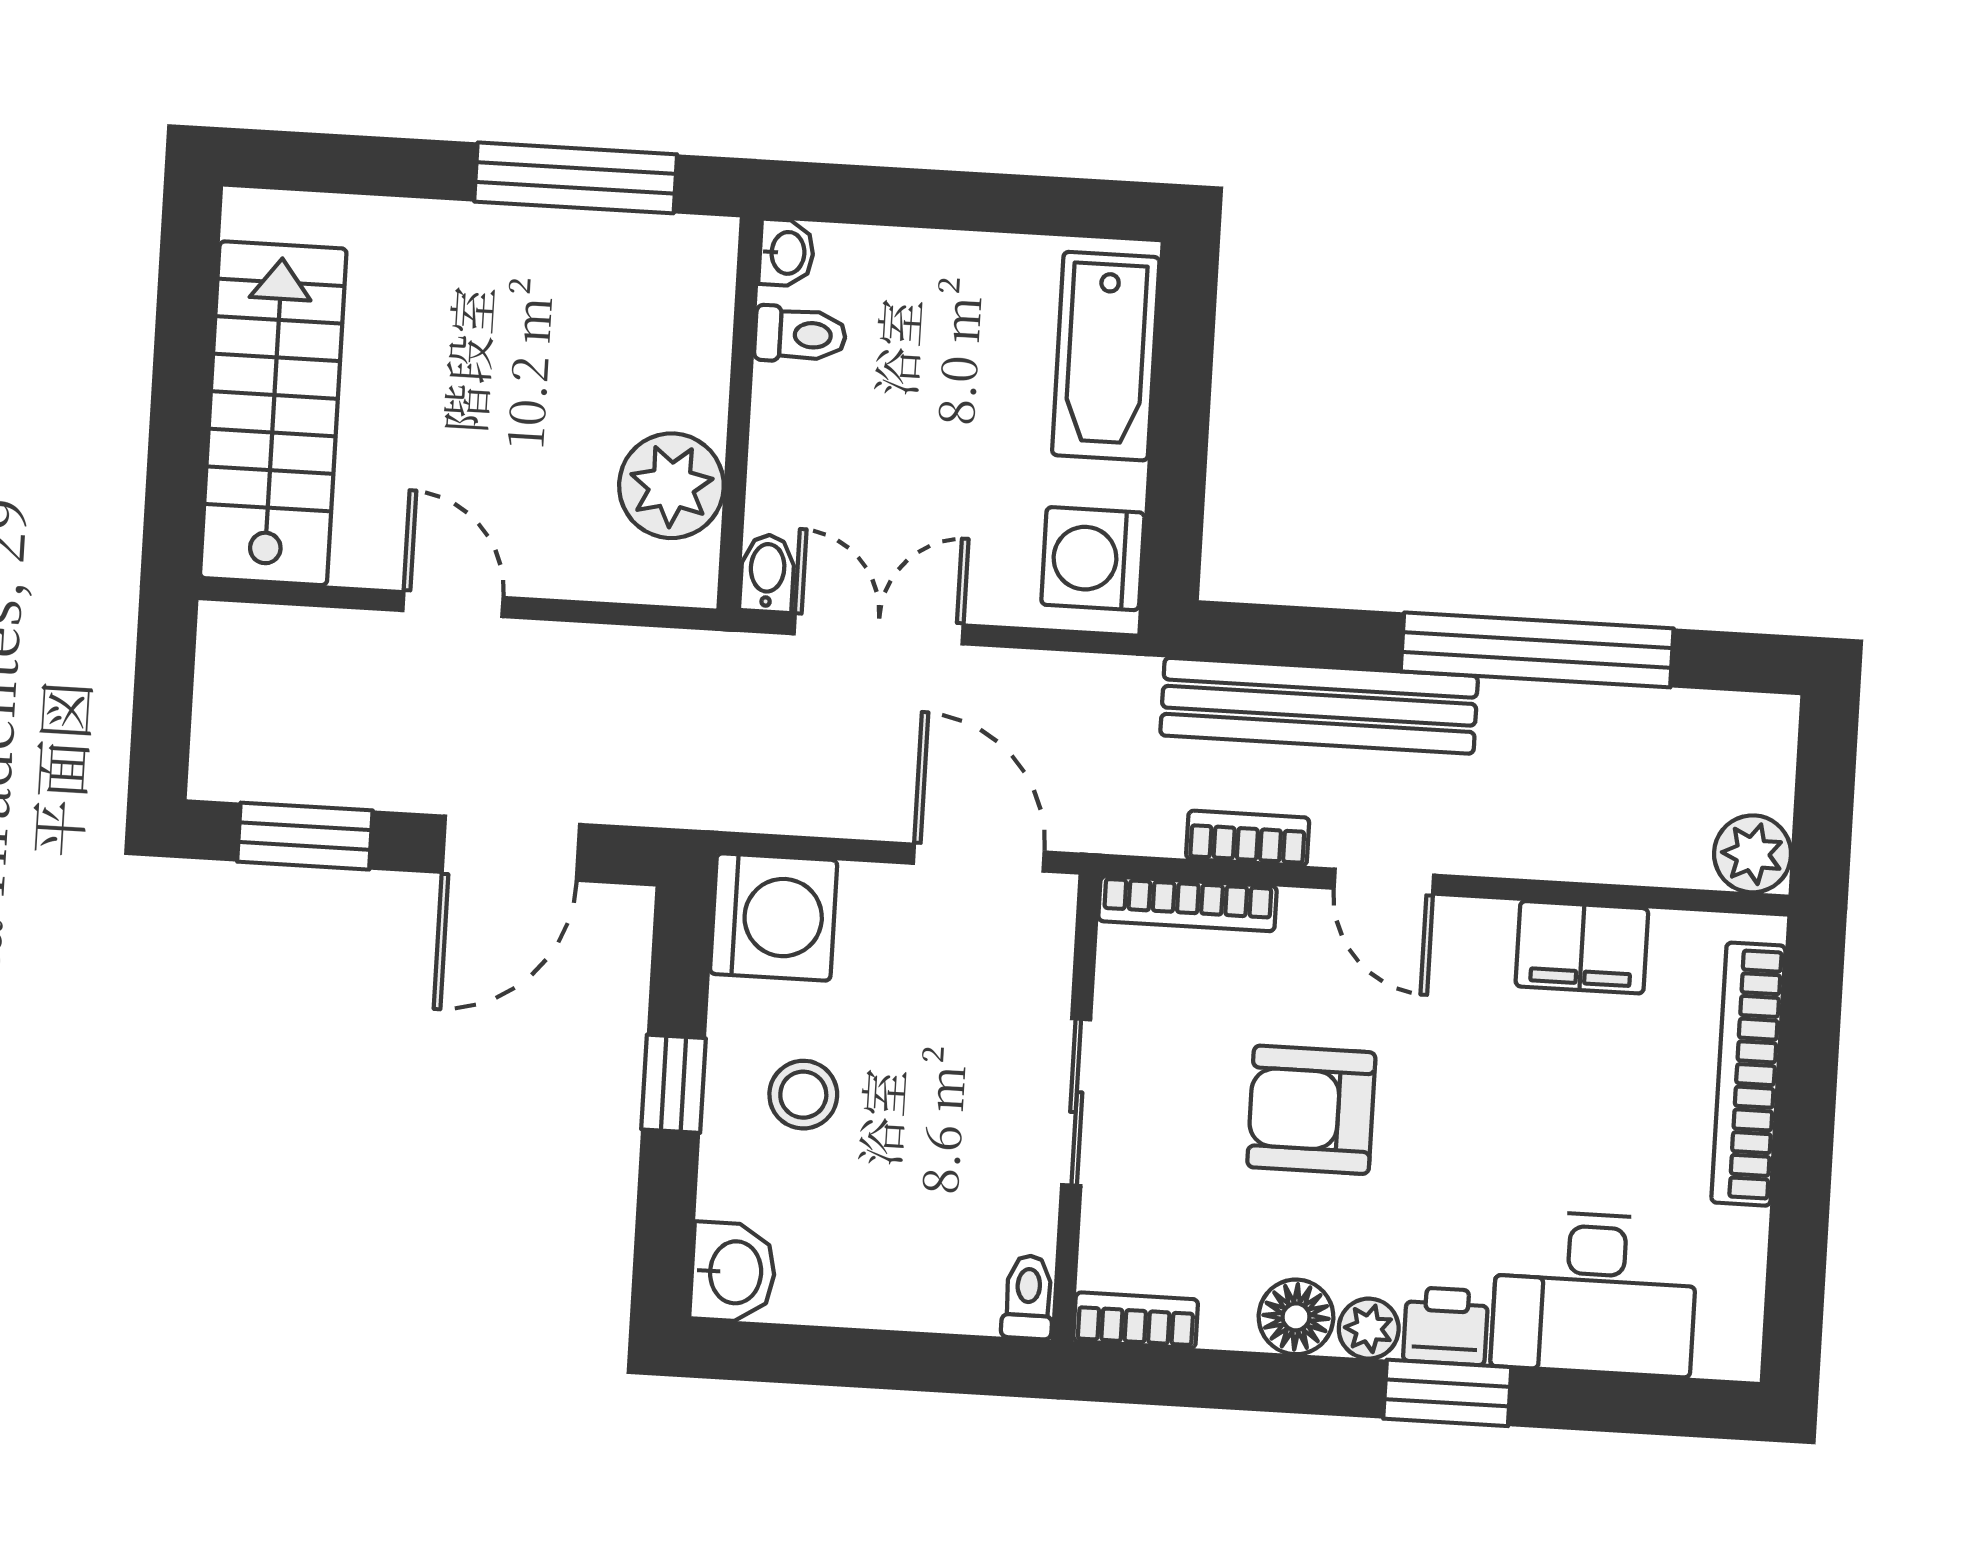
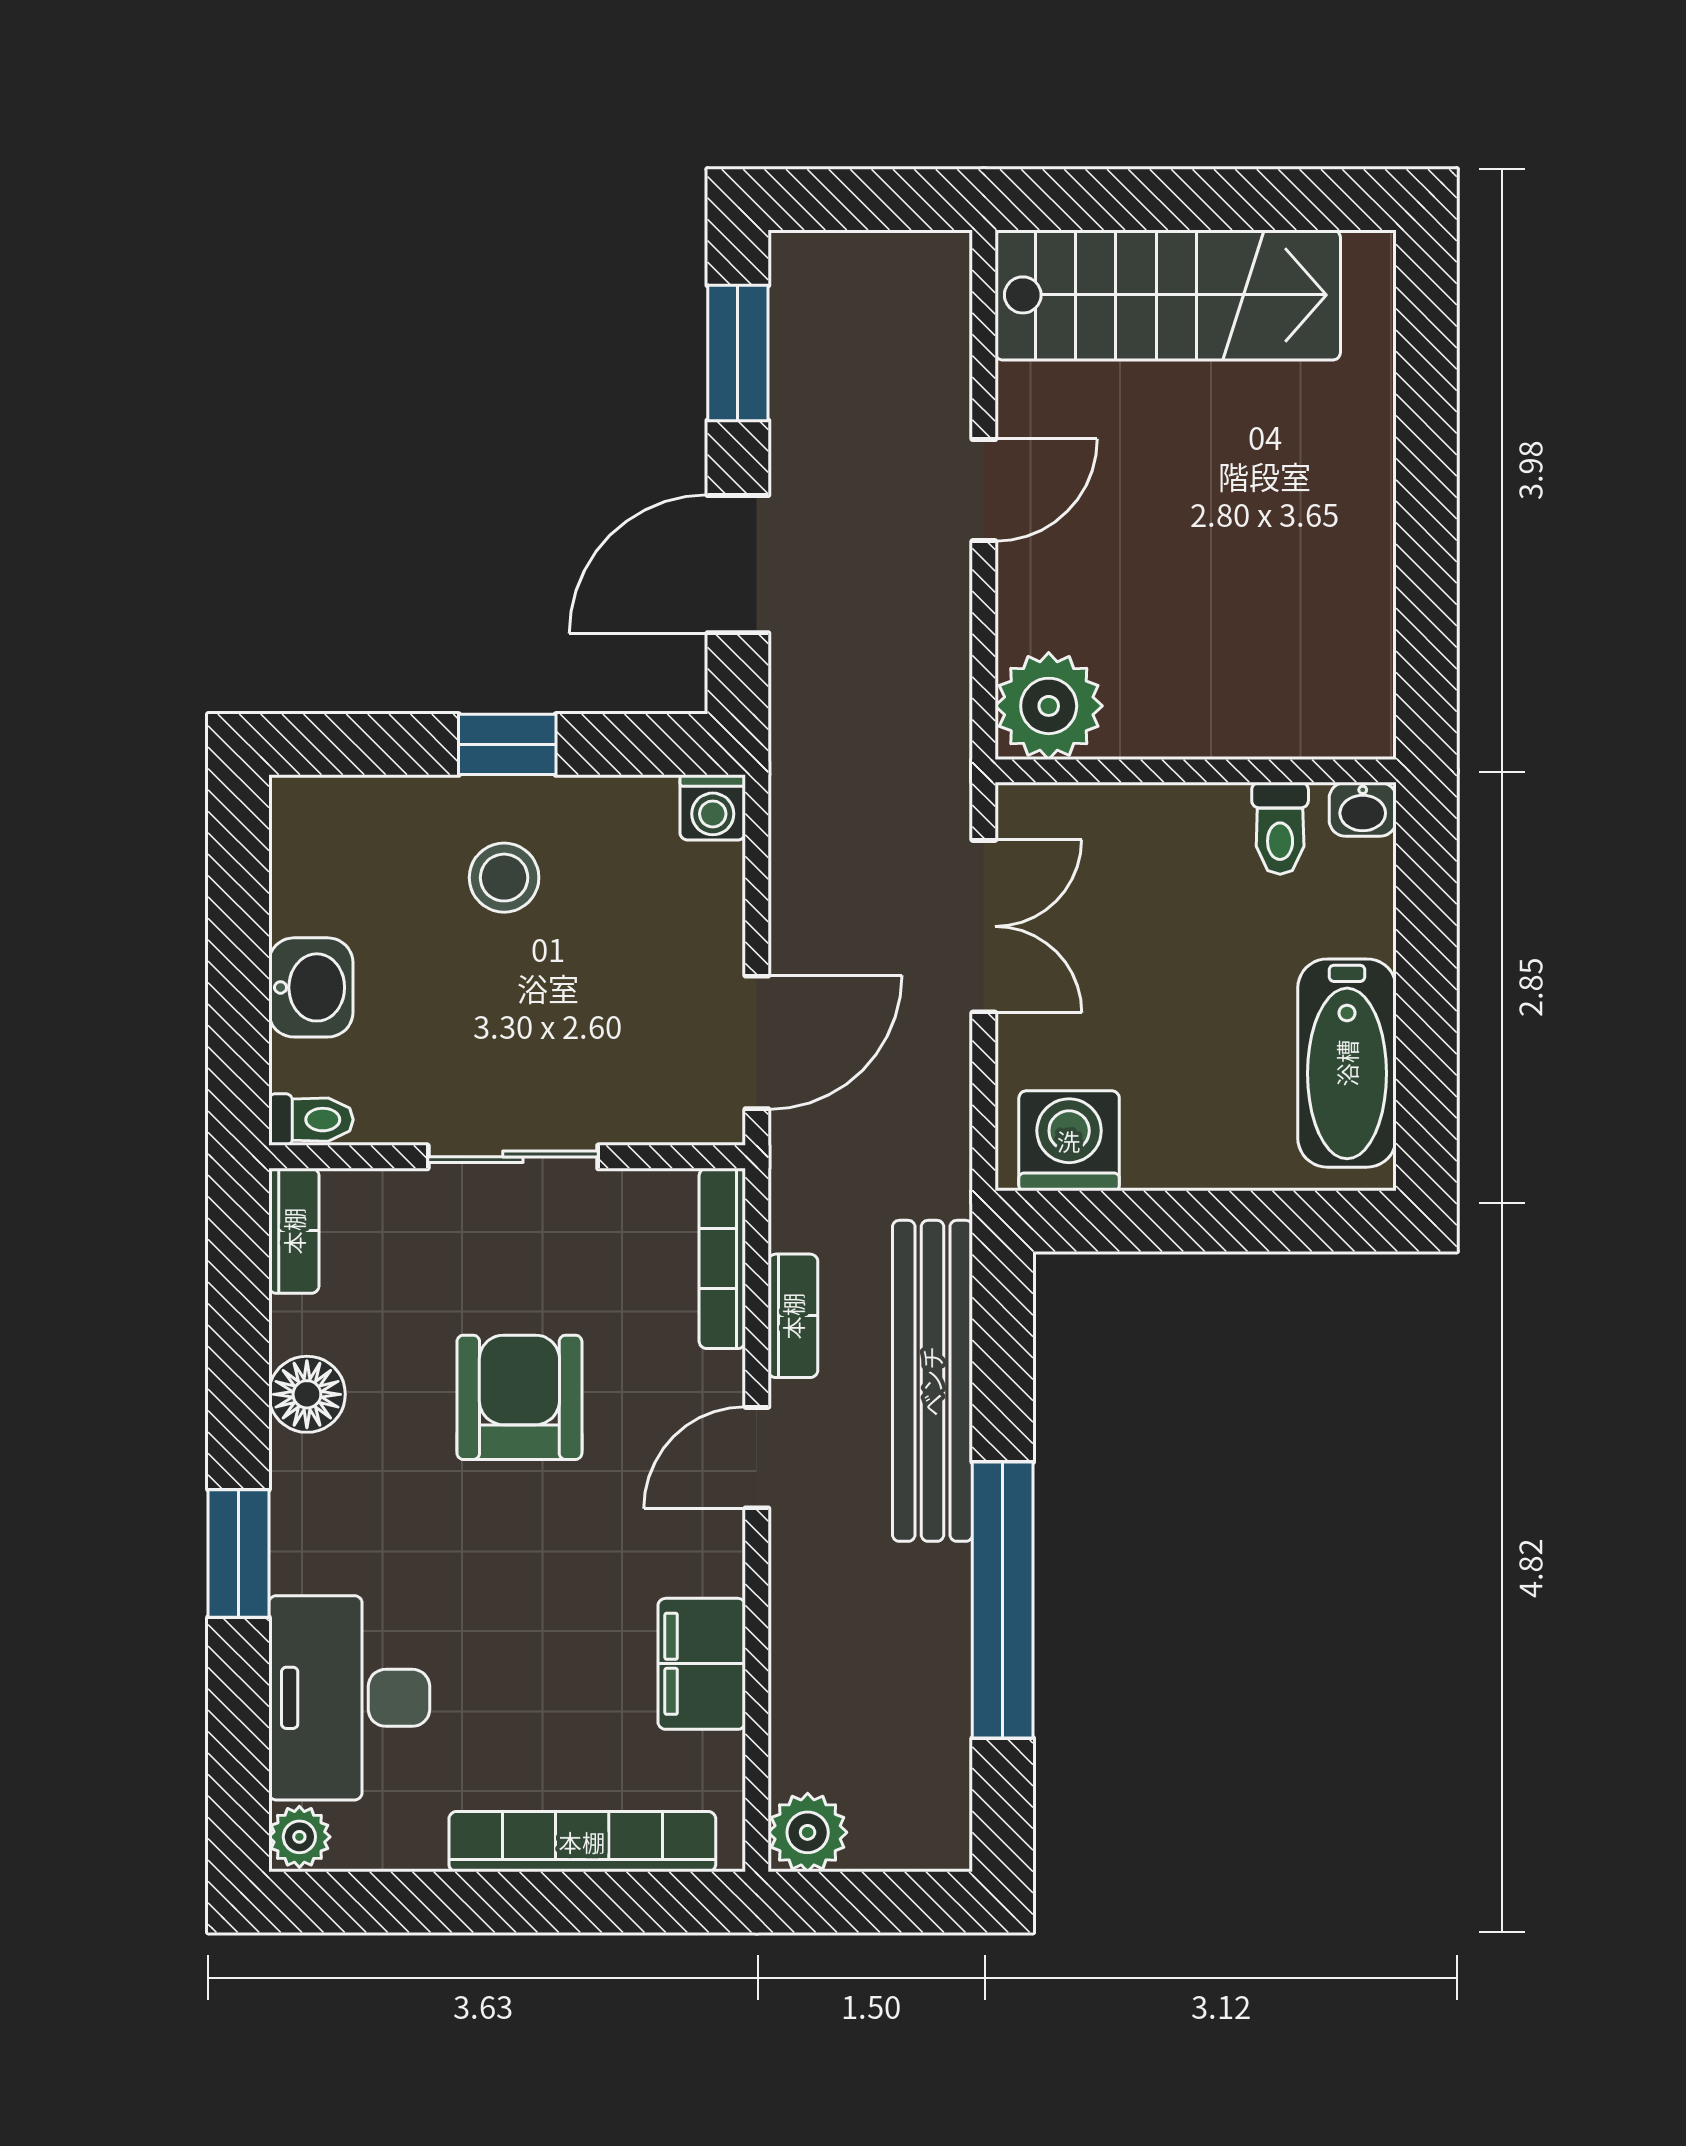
window: (576, 178) -> (1426, 589), removed
bathtub: (1106, 356) -> (1347, 1063), moved, turned -90
plant: (671, 486) -> (1049, 706), moved
bidet: (767, 573) -> (1034, 809), removed
door: (511, 848) -> (738, 564), hinge flipped
washing machine: (774, 917) -> (713, 807), width x0.53, depth x0.53
washbasin: (733, 1272) -> (311, 987), moved, turned -90
printer: (1446, 1326) -> (307, 1548), removed
plant: (1369, 1329) -> (299, 1837), moved

